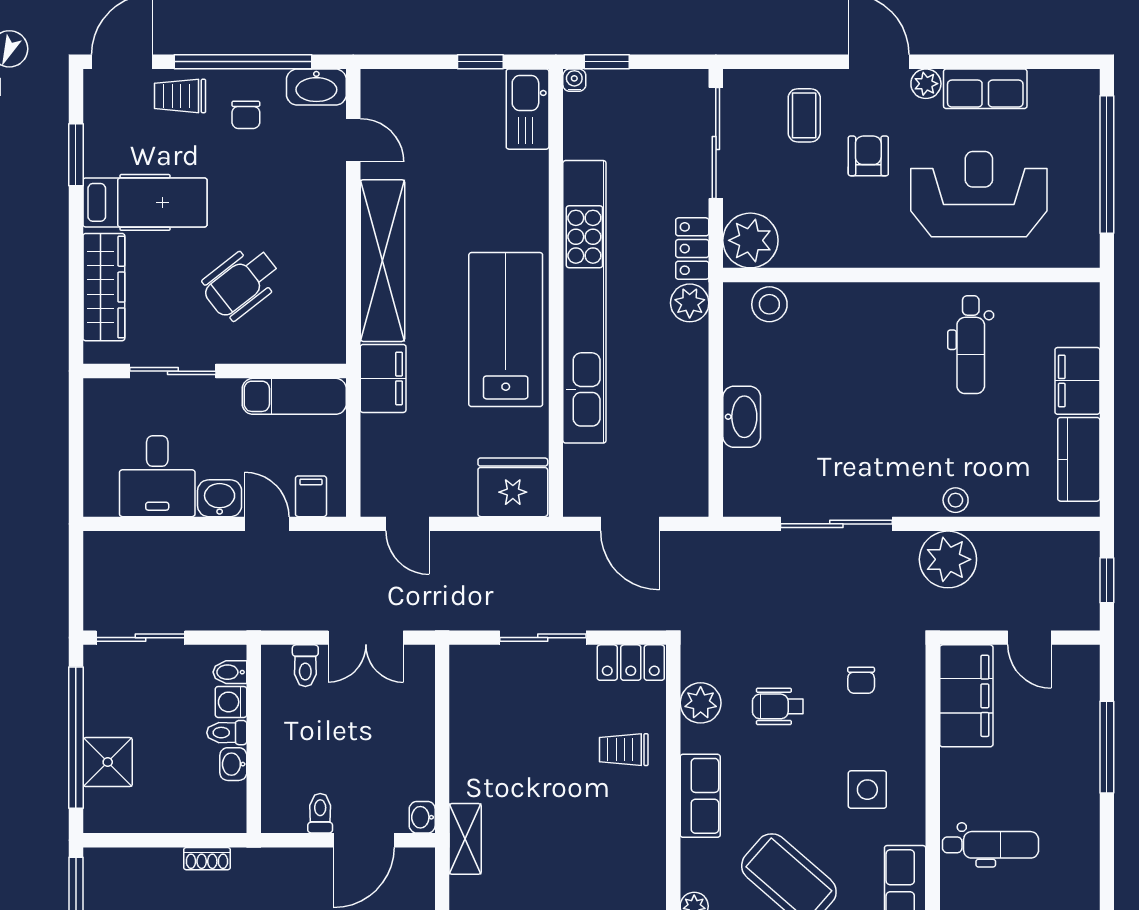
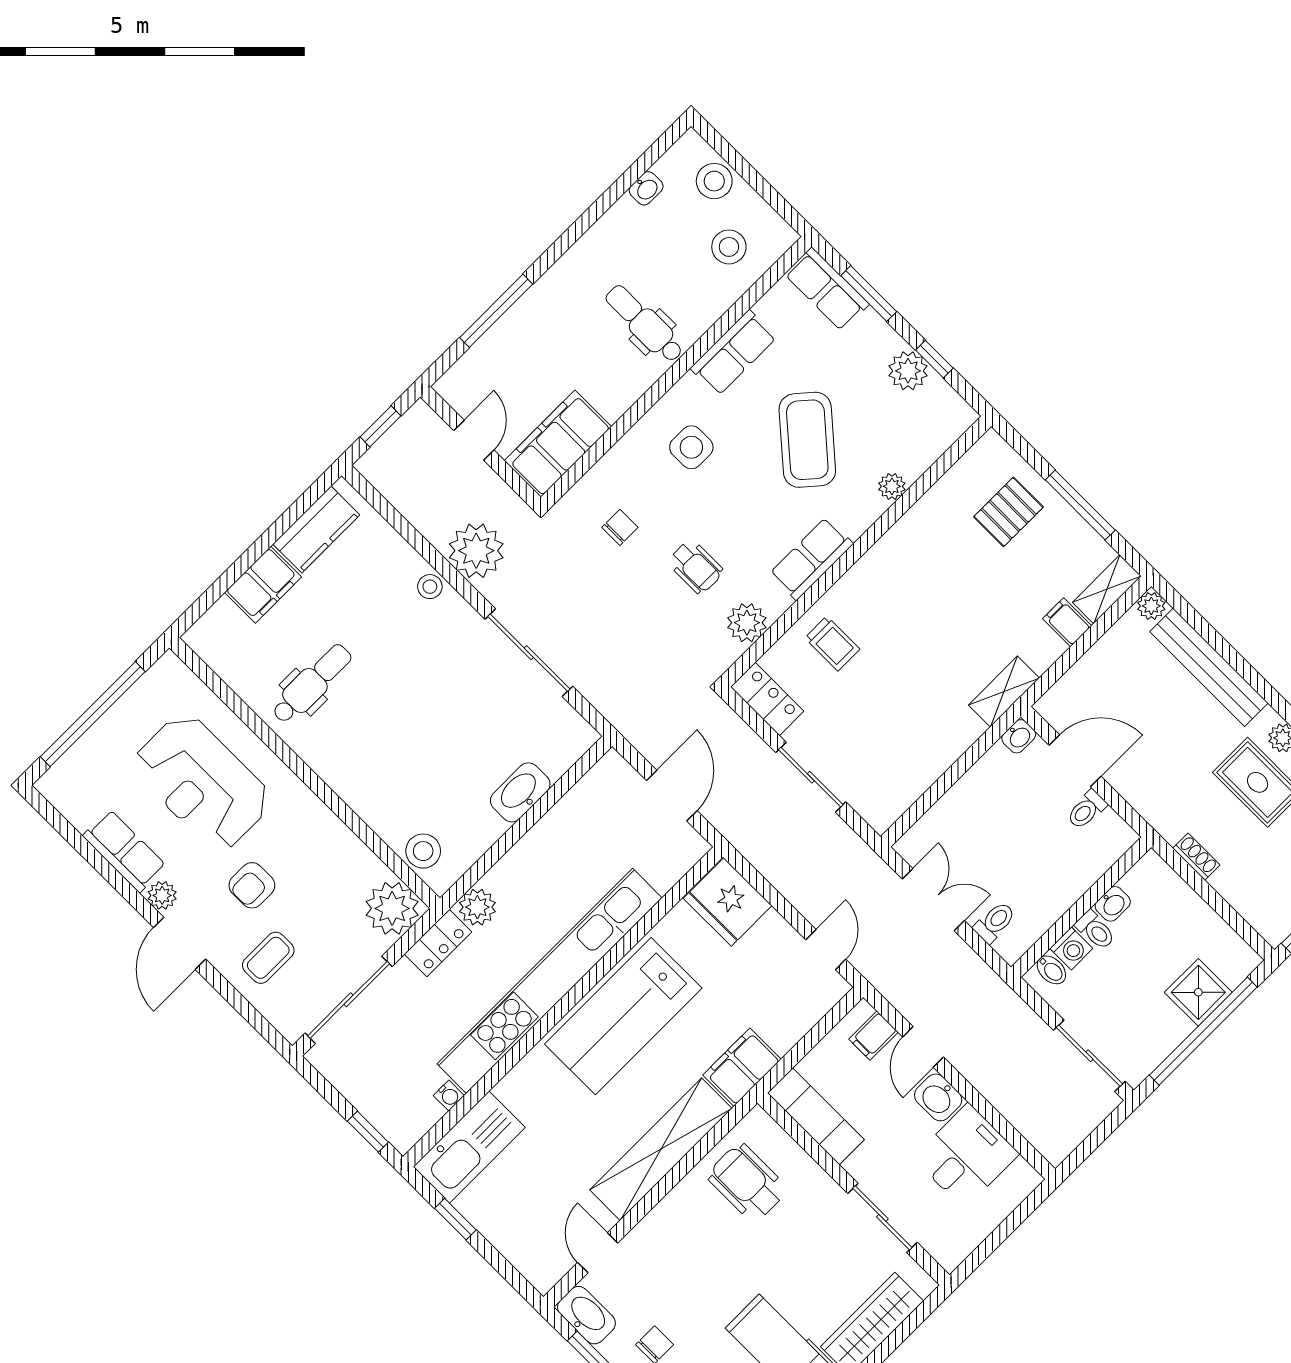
water cooler: (574, 80) -> (449, 1096), moved, turned -90
kitchen sink: (528, 109) -> (469, 1147), width x1.36, depth x1.24
wheelchair: (241, 283) -> (747, 1183), moved, turned -142

